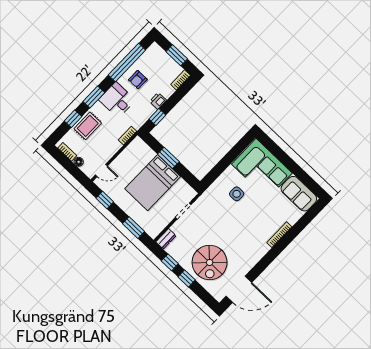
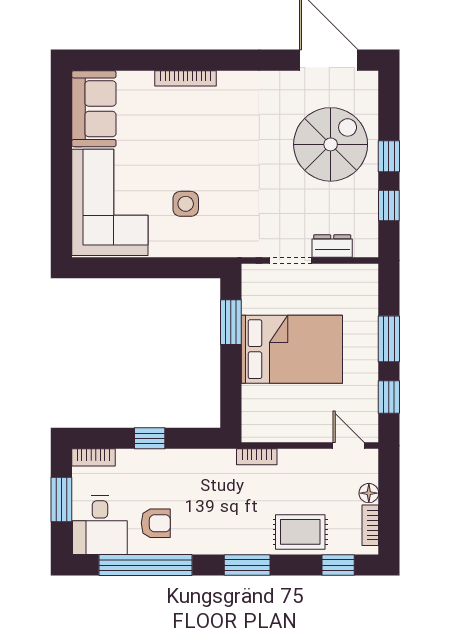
desk: (117, 100) -> (100, 525), moved
printer: (158, 101) -> (159, 461), removed
window: (157, 117) -> (150, 438), moved
window: (73, 119) -> (338, 565), moved
window: (168, 158) -> (231, 322), moved
window: (134, 228) -> (389, 339), moved
dresser: (166, 239) -> (332, 246), moved

